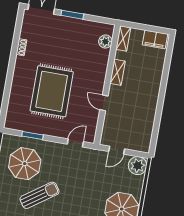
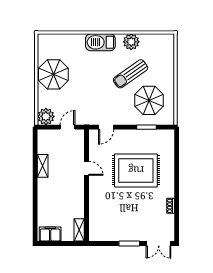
plant: (105, 42) -> (95, 224), removed
shelving: (118, 72) -> (43, 166), moved
rug: (52, 91) -> (136, 170), turned 90

